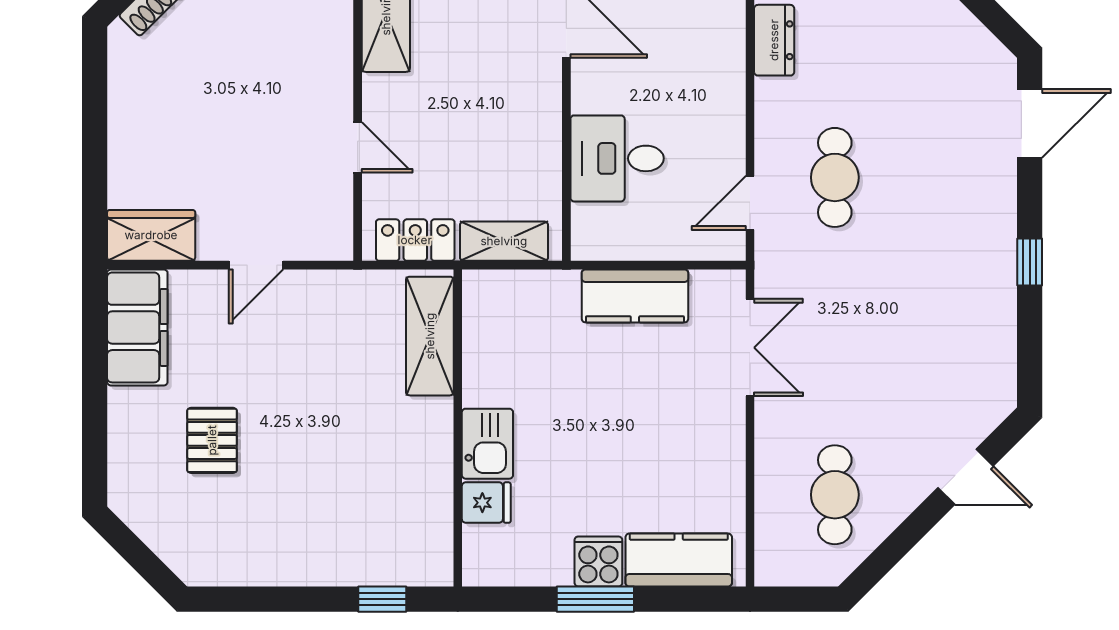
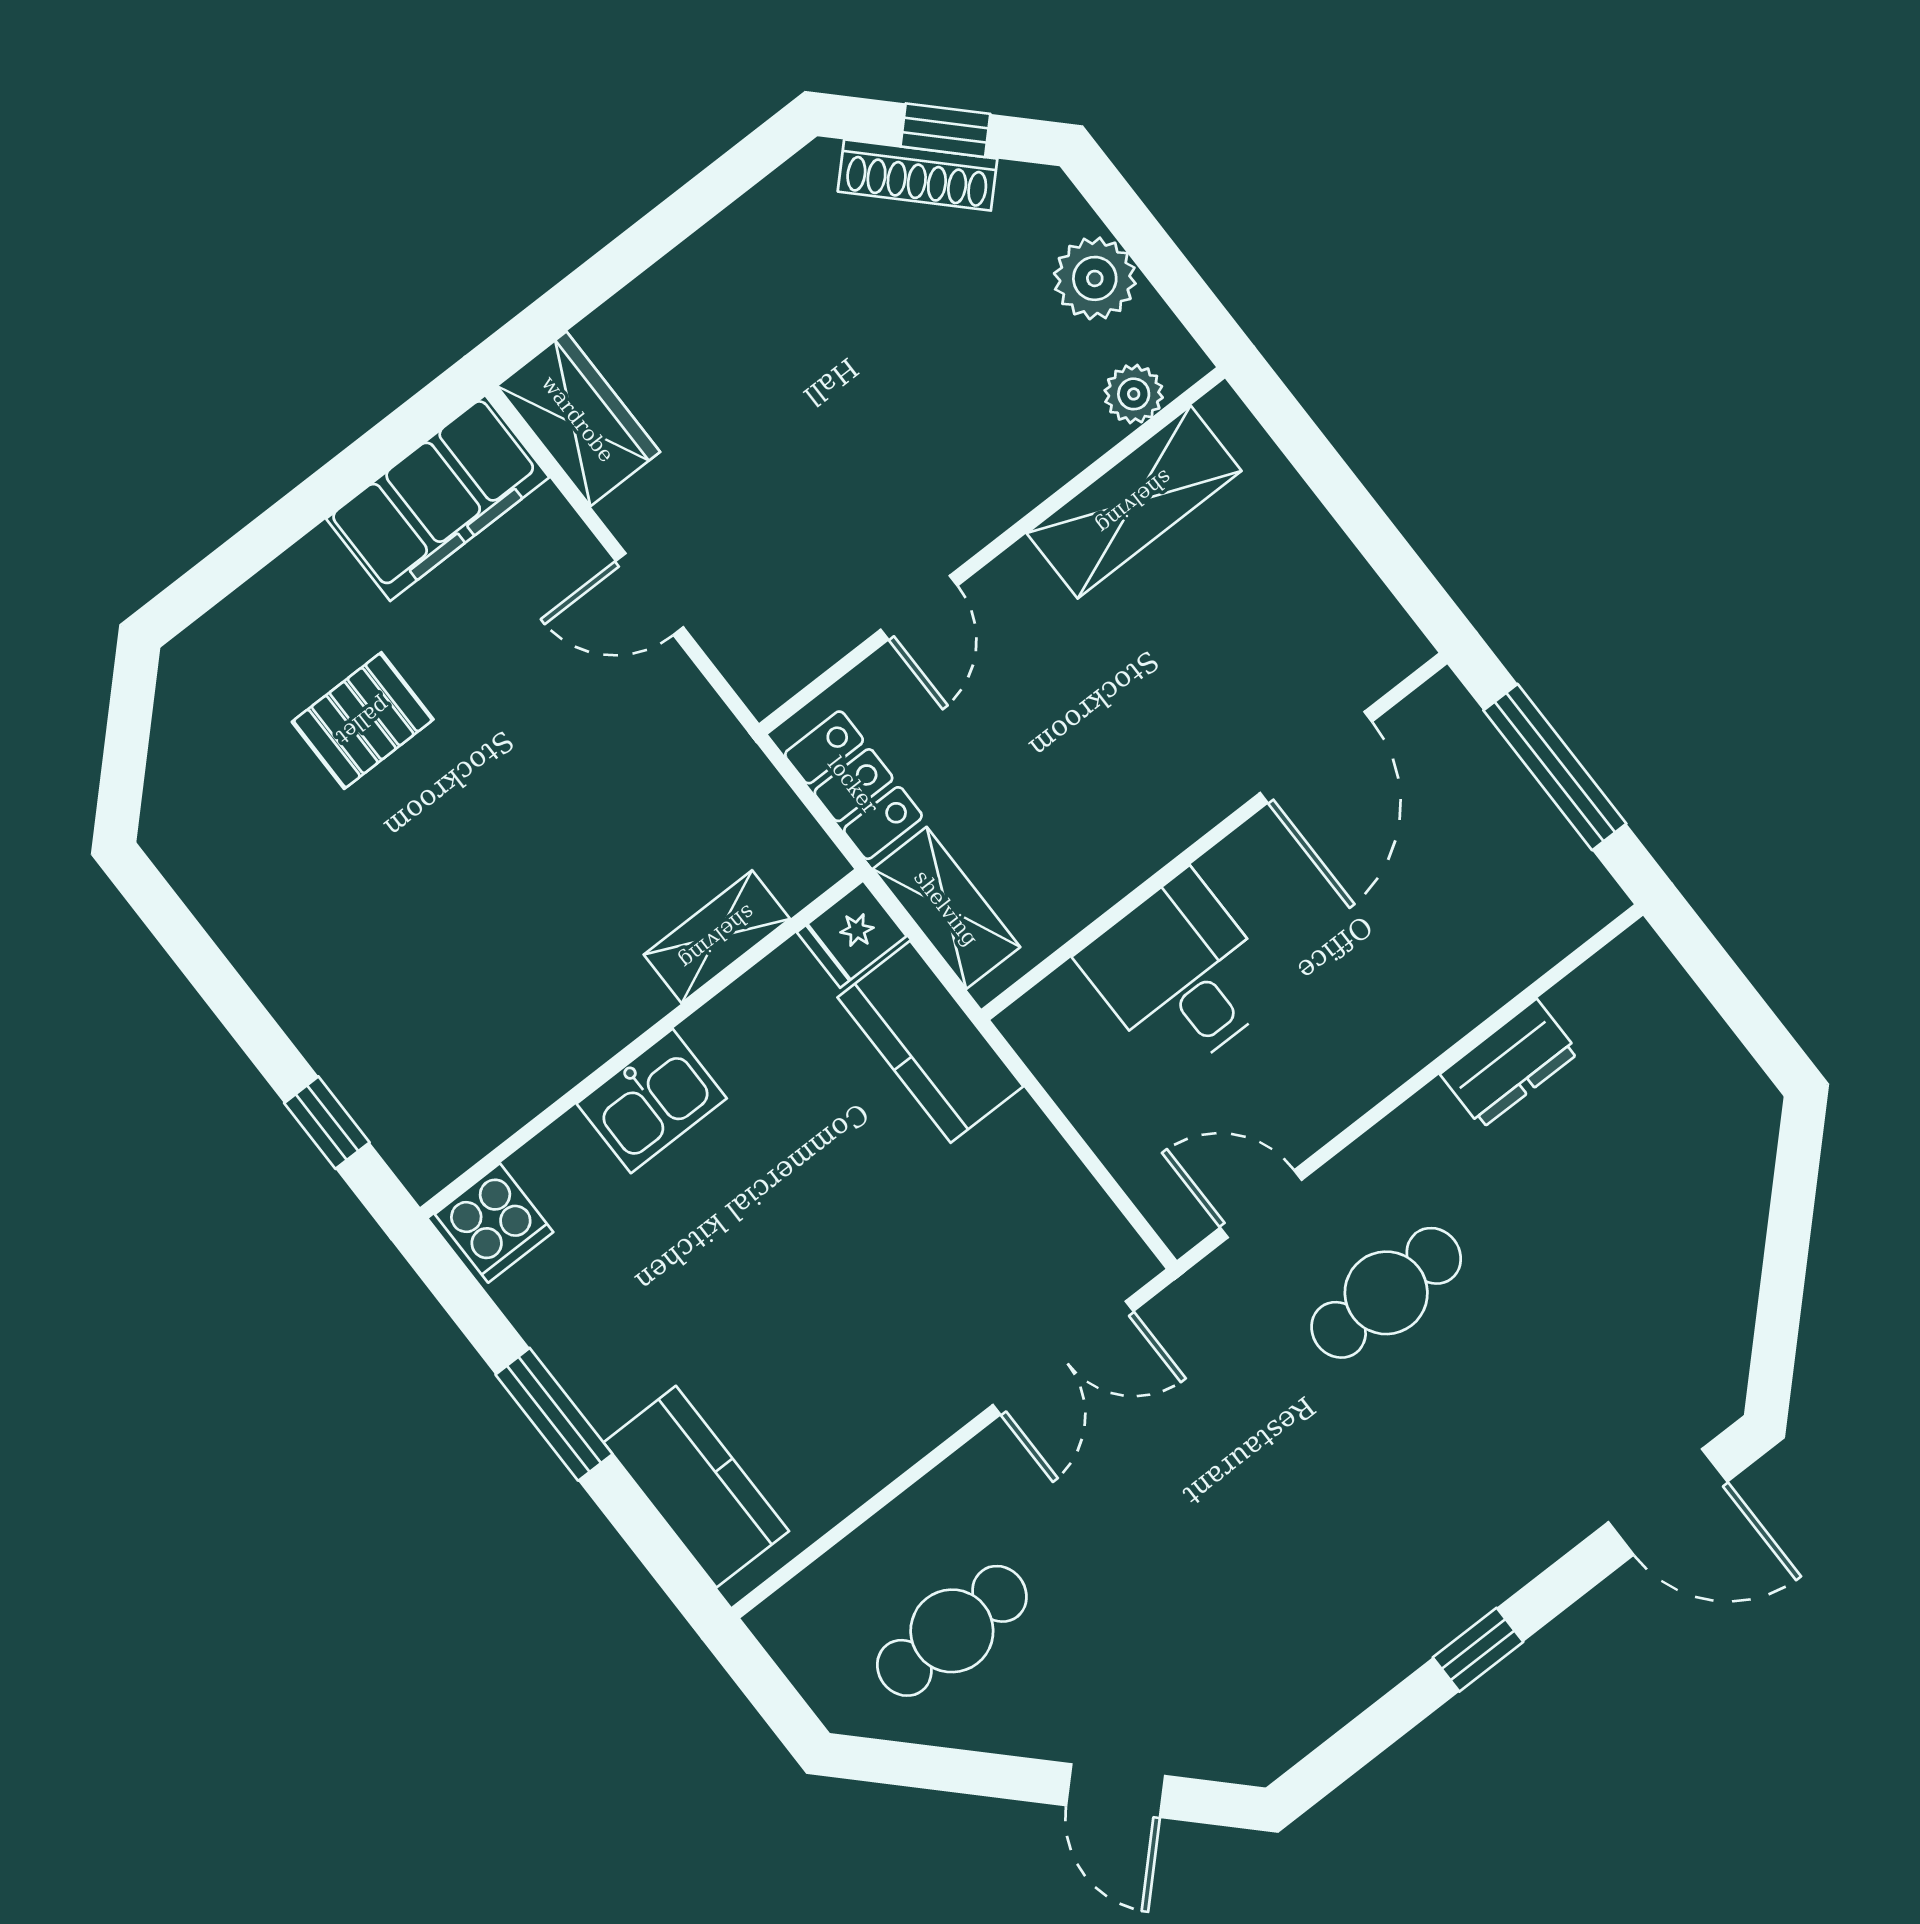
kitchen counter: (635, 296) -> (930, 1042), moved
shelving: (430, 336) -> (717, 937), width x0.67, depth x0.75
fridge: (486, 503) -> (852, 934), moved, turned 90
cooker: (598, 561) -> (494, 1223), moved, turned 90

